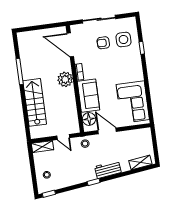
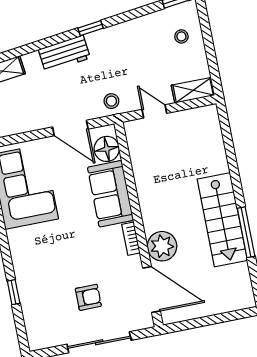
side table: (123, 39) -> (50, 306), removed
plant: (65, 79) -> (162, 246), moved
stairs: (35, 102) -> (222, 220), moved

